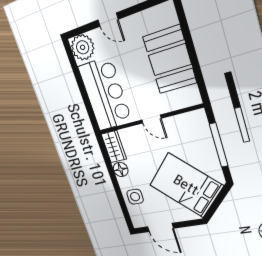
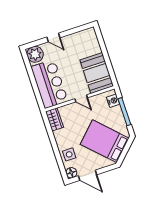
booth: (170, 60) -> (97, 73), moved
nightstand: (201, 127) -> (113, 101), added
floor lamp: (121, 169) -> (71, 173), moved

